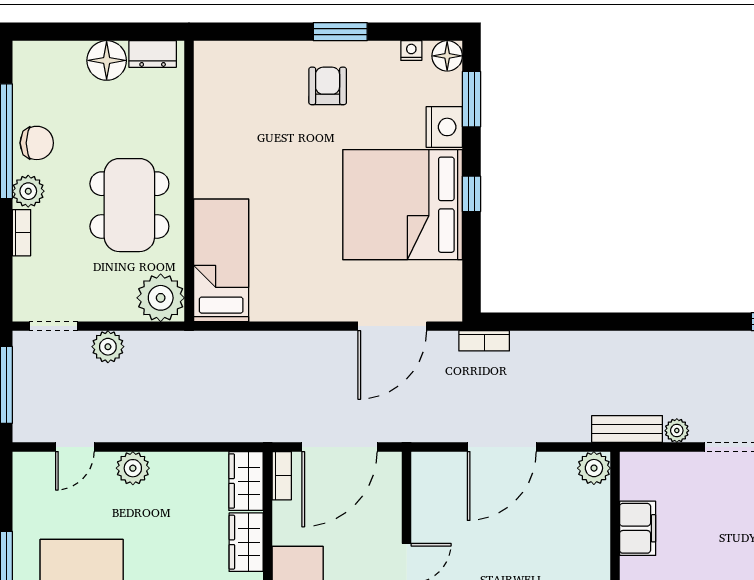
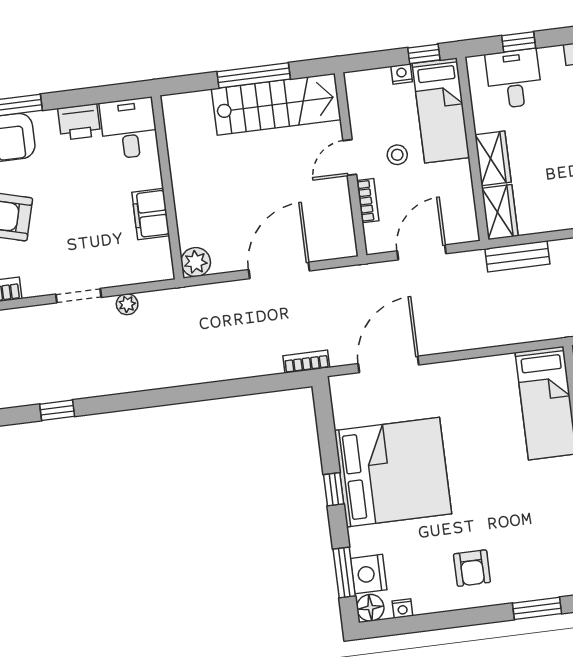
window: (340, 32) -> (537, 608), moved
nightstand: (444, 127) -> (369, 574), moved
bench: (627, 429) -> (517, 256), moved
door: (339, 447) -> (422, 252), width x0.73
bookcase: (282, 476) -> (368, 201), moved, turned 180
stool: (353, 560) -> (397, 155), added

